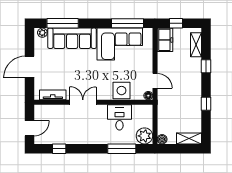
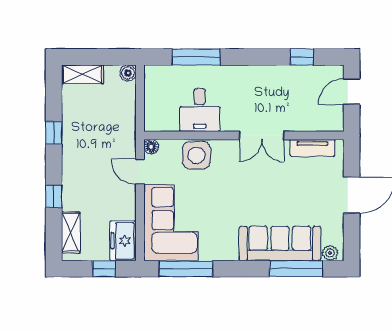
corner sofa: (120, 44) -> (171, 223), moved, turned 90
plant: (144, 136) -> (158, 79), removed

